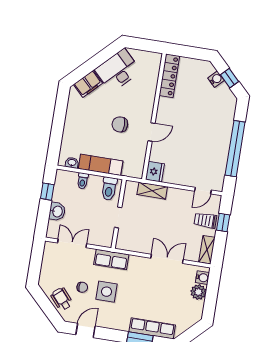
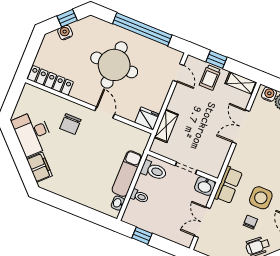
chair: (120, 124) -> (70, 124), moved
round table: (197, 131) -> (114, 65), added
washbasin: (57, 211) -> (205, 186), moved, turned 180

